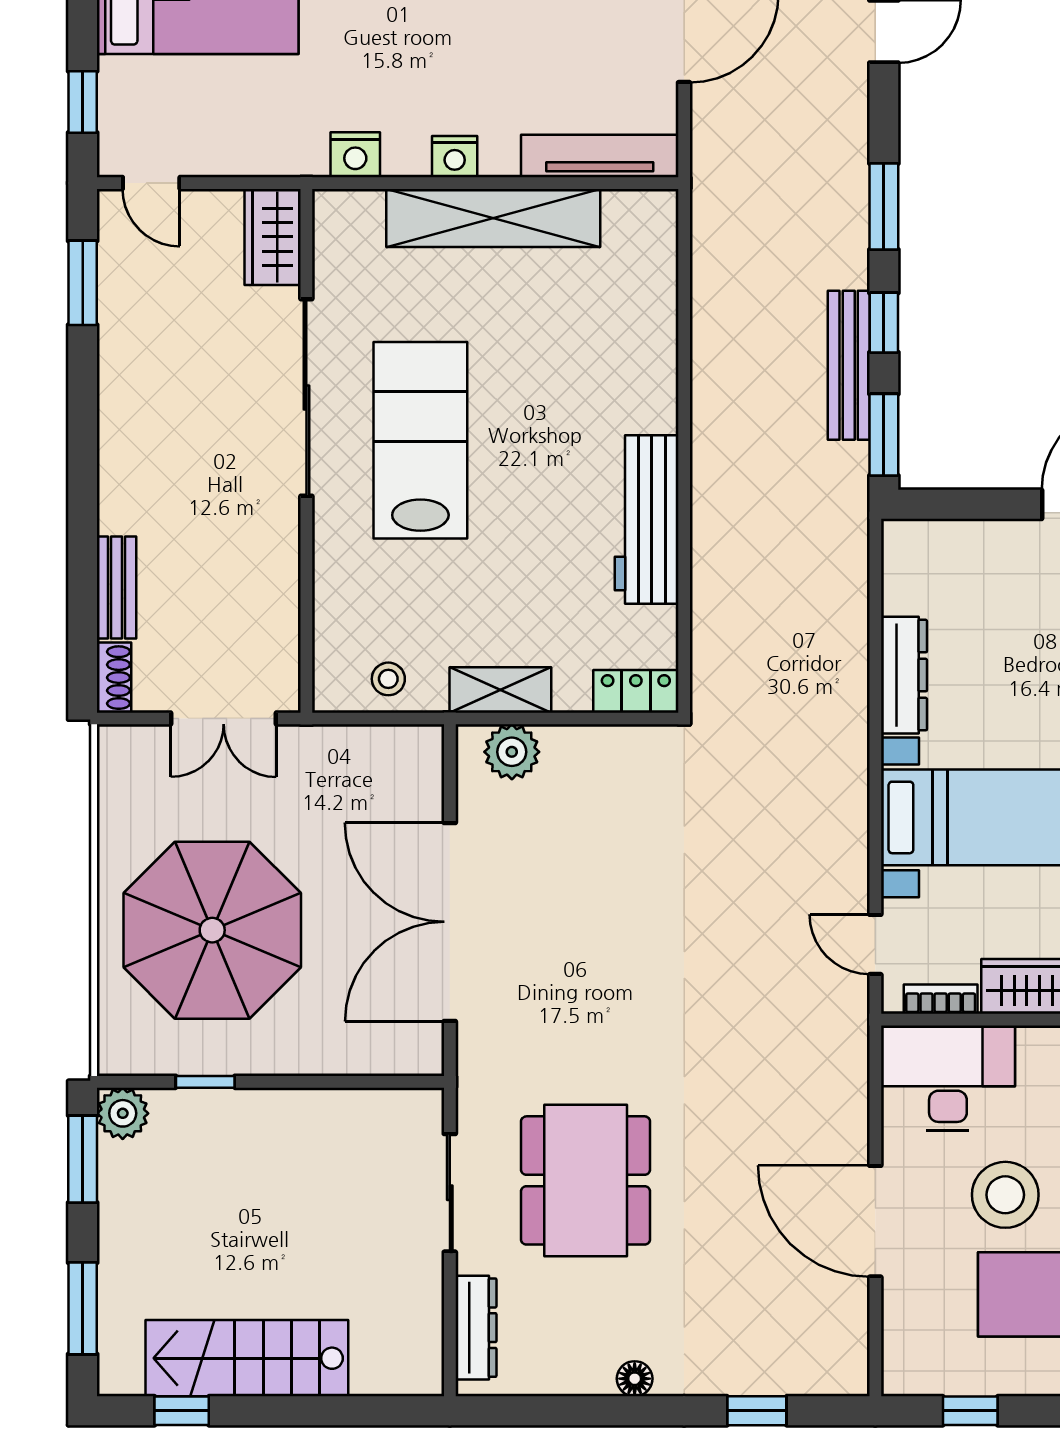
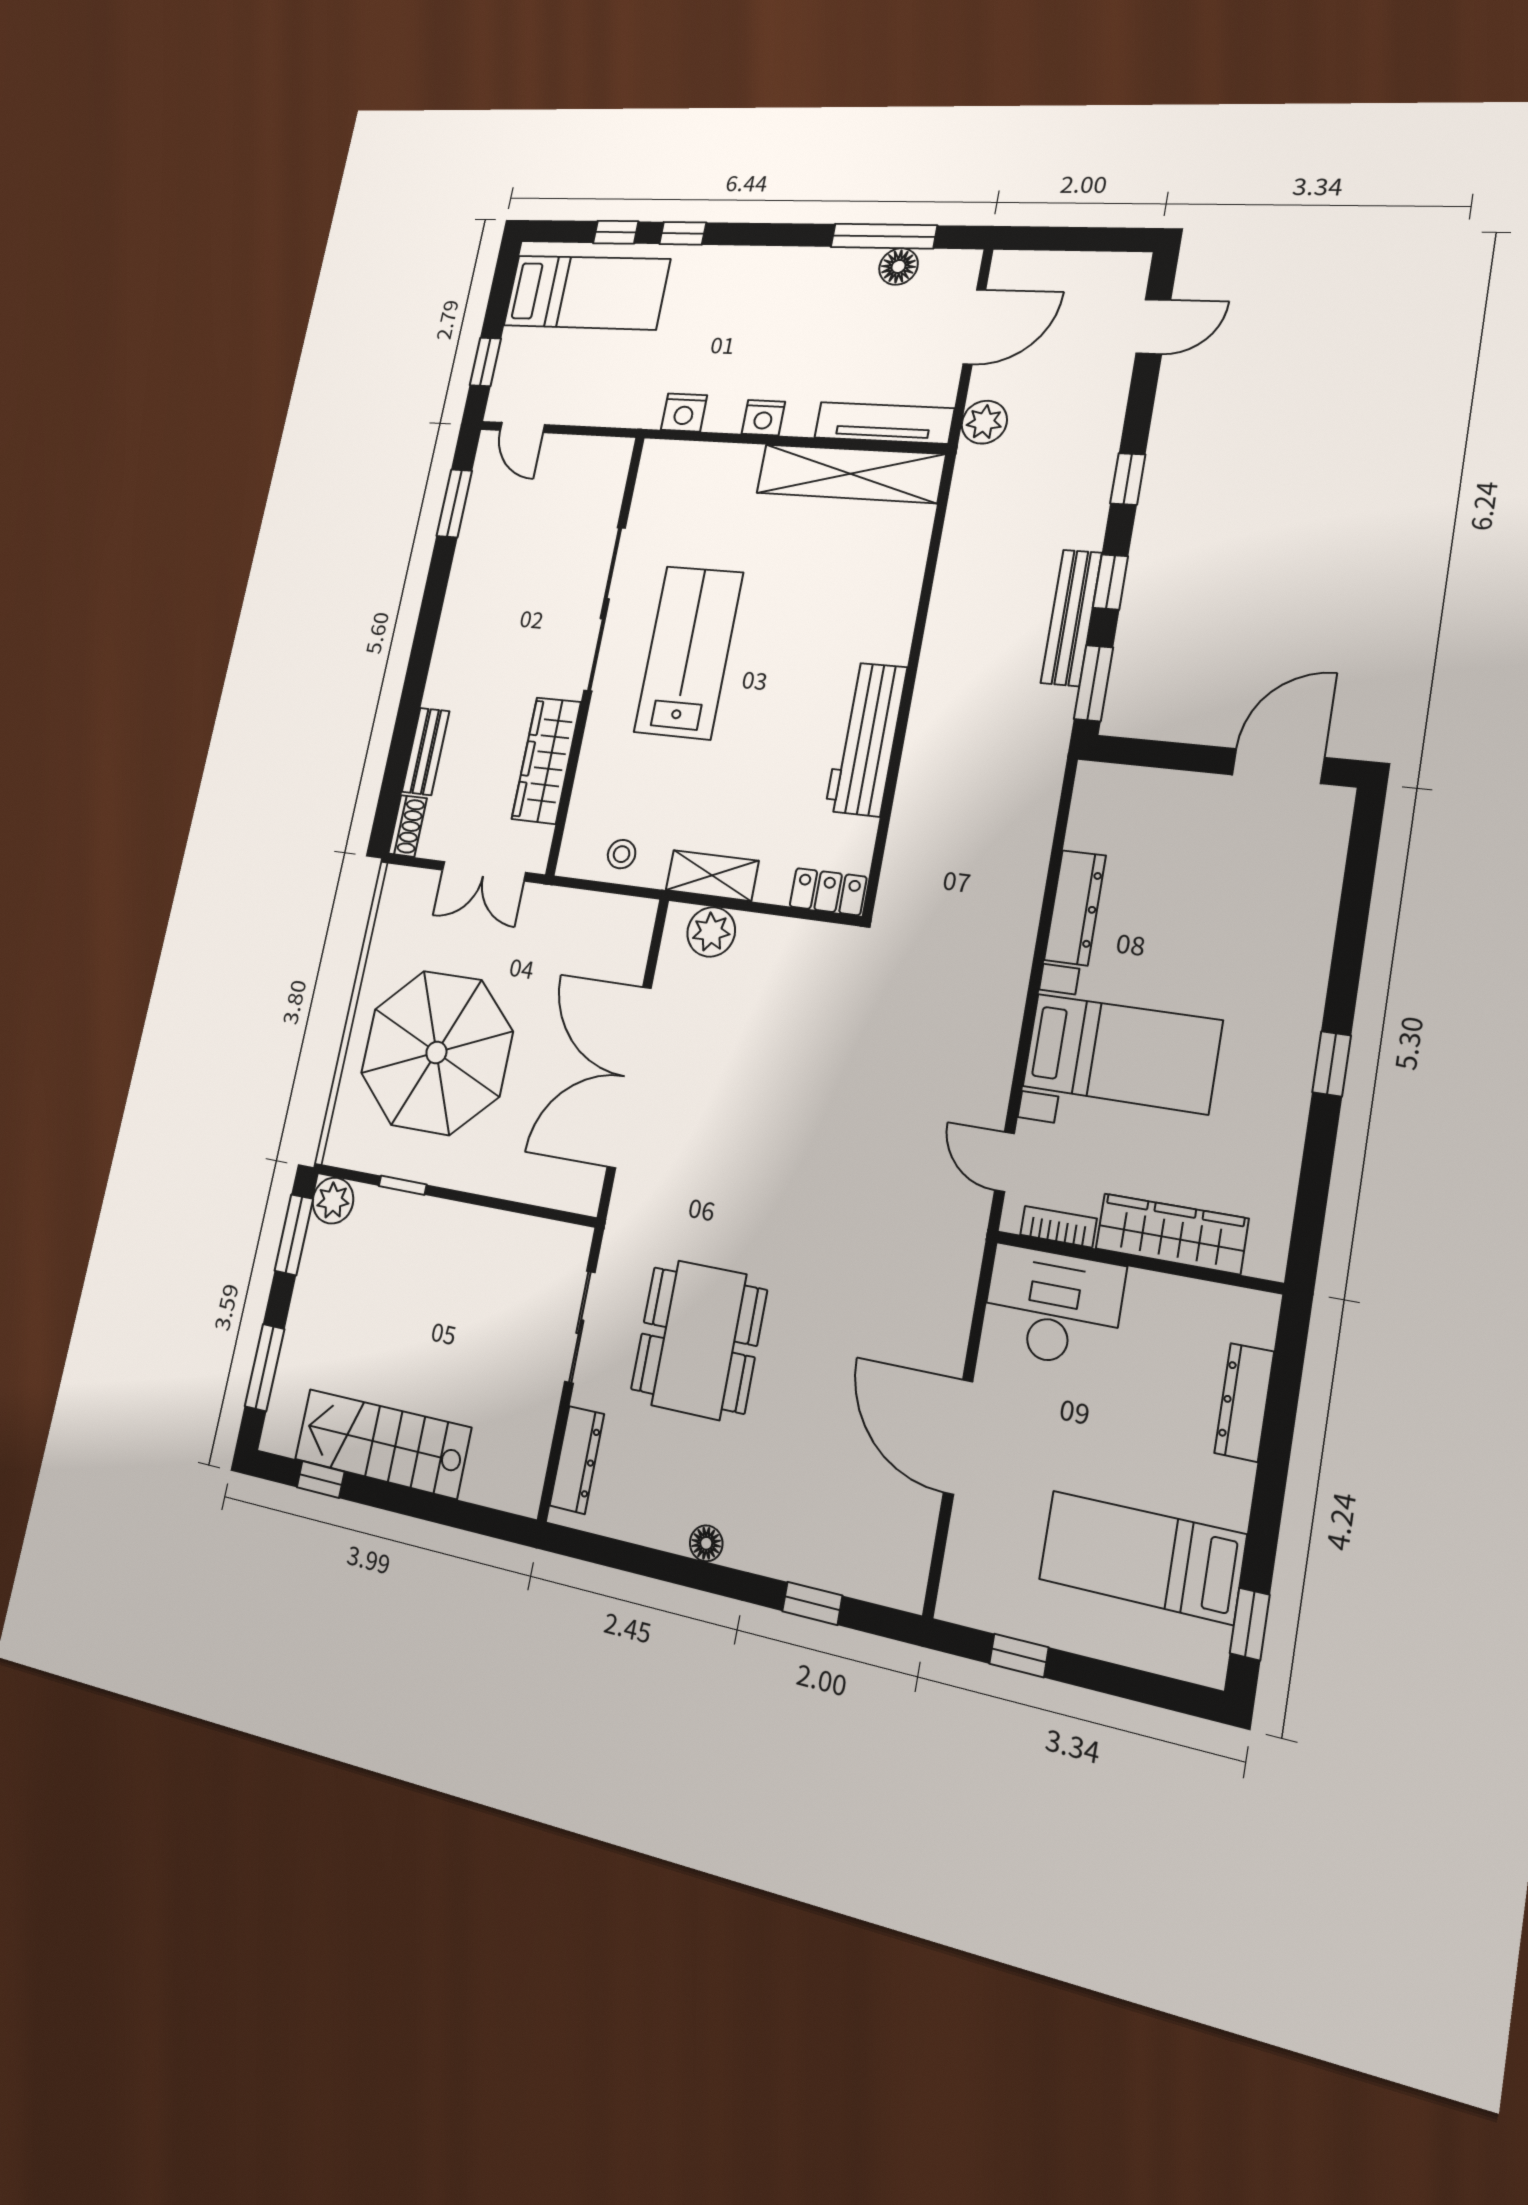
plant: (715, 150) -> (984, 422), added
window: (884, 207) -> (1128, 479), width x0.67
shelving: (493, 218) -> (850, 474), moved
wardrobe: (273, 237) -> (546, 760), moved, width x1.50
stool: (1005, 1195) -> (1090, 1437), removed

